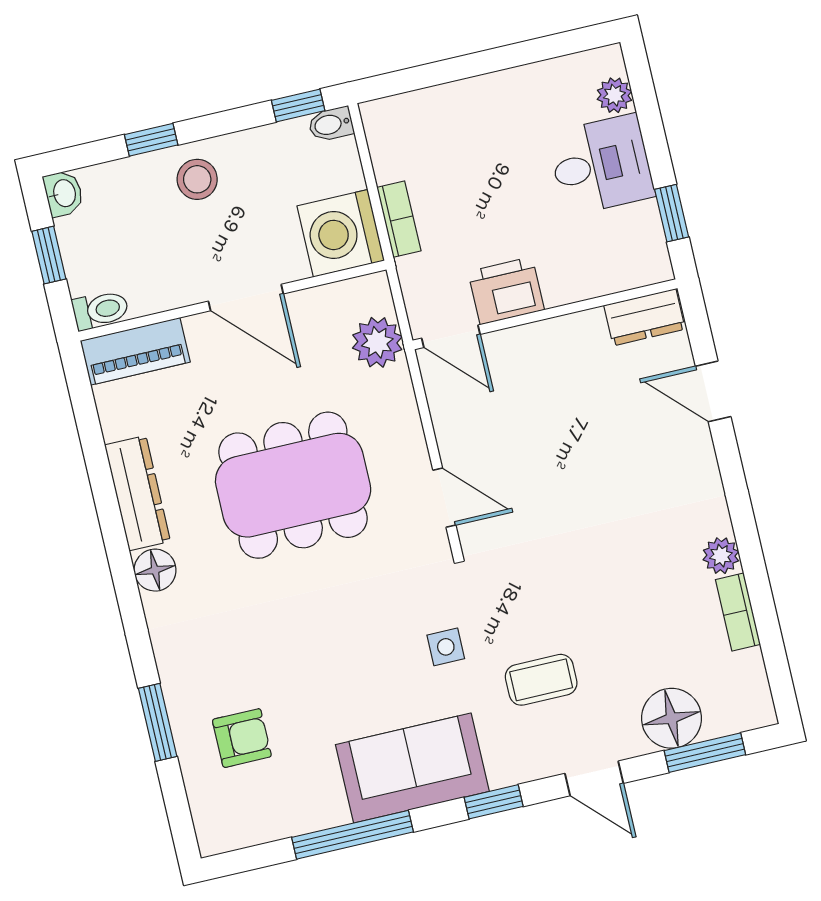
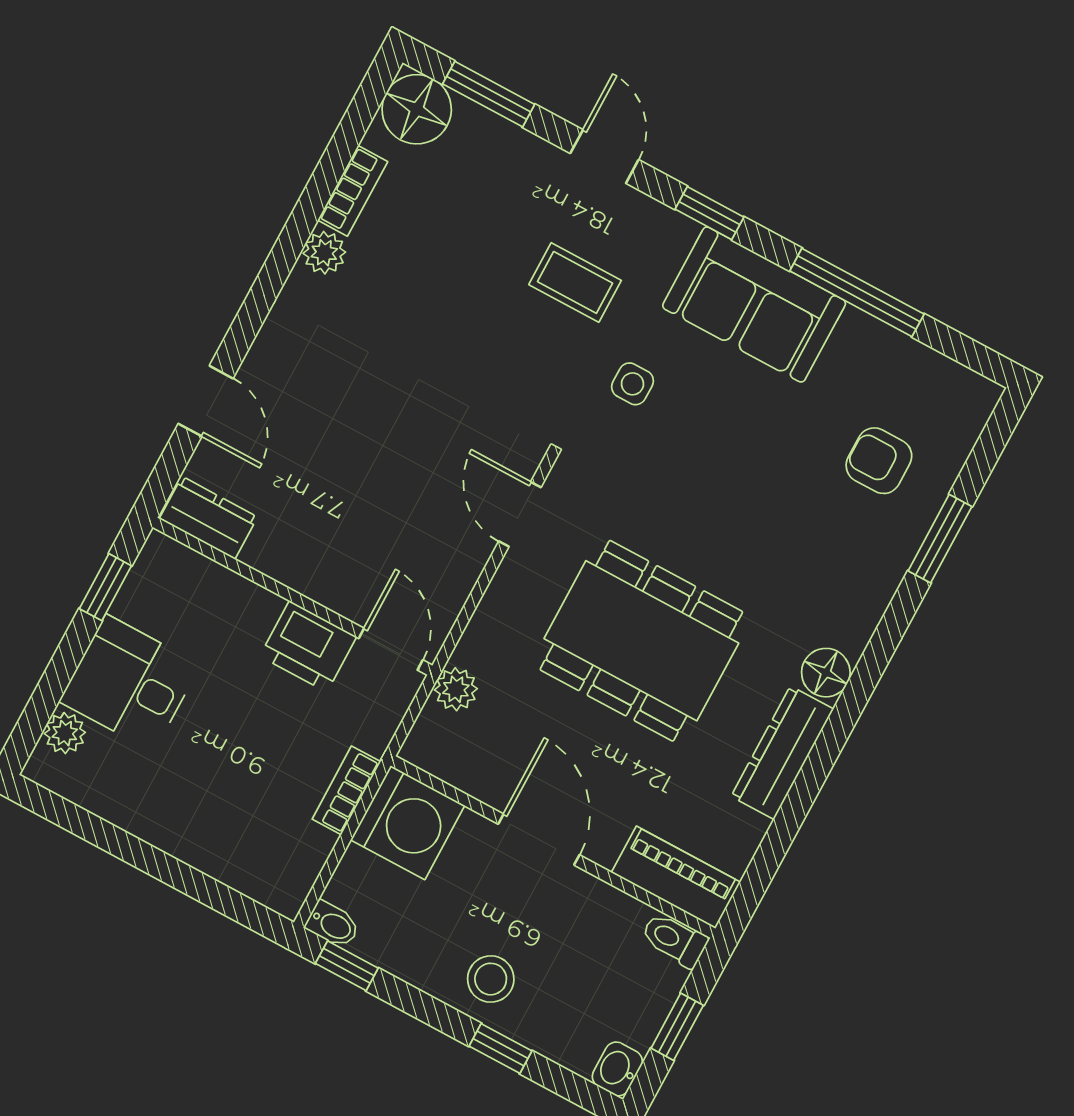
plant: (377, 342) -> (456, 689), width x0.73, depth x0.73
floor lamp: (672, 718) -> (417, 109), moved

